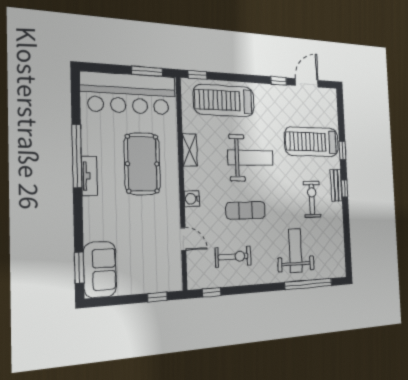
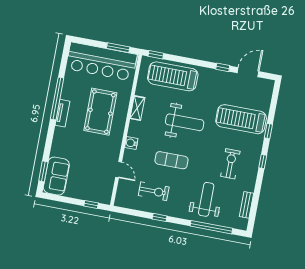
bench: (336, 185) -> (246, 205), moved
window: (212, 292) -> (160, 217), moved

